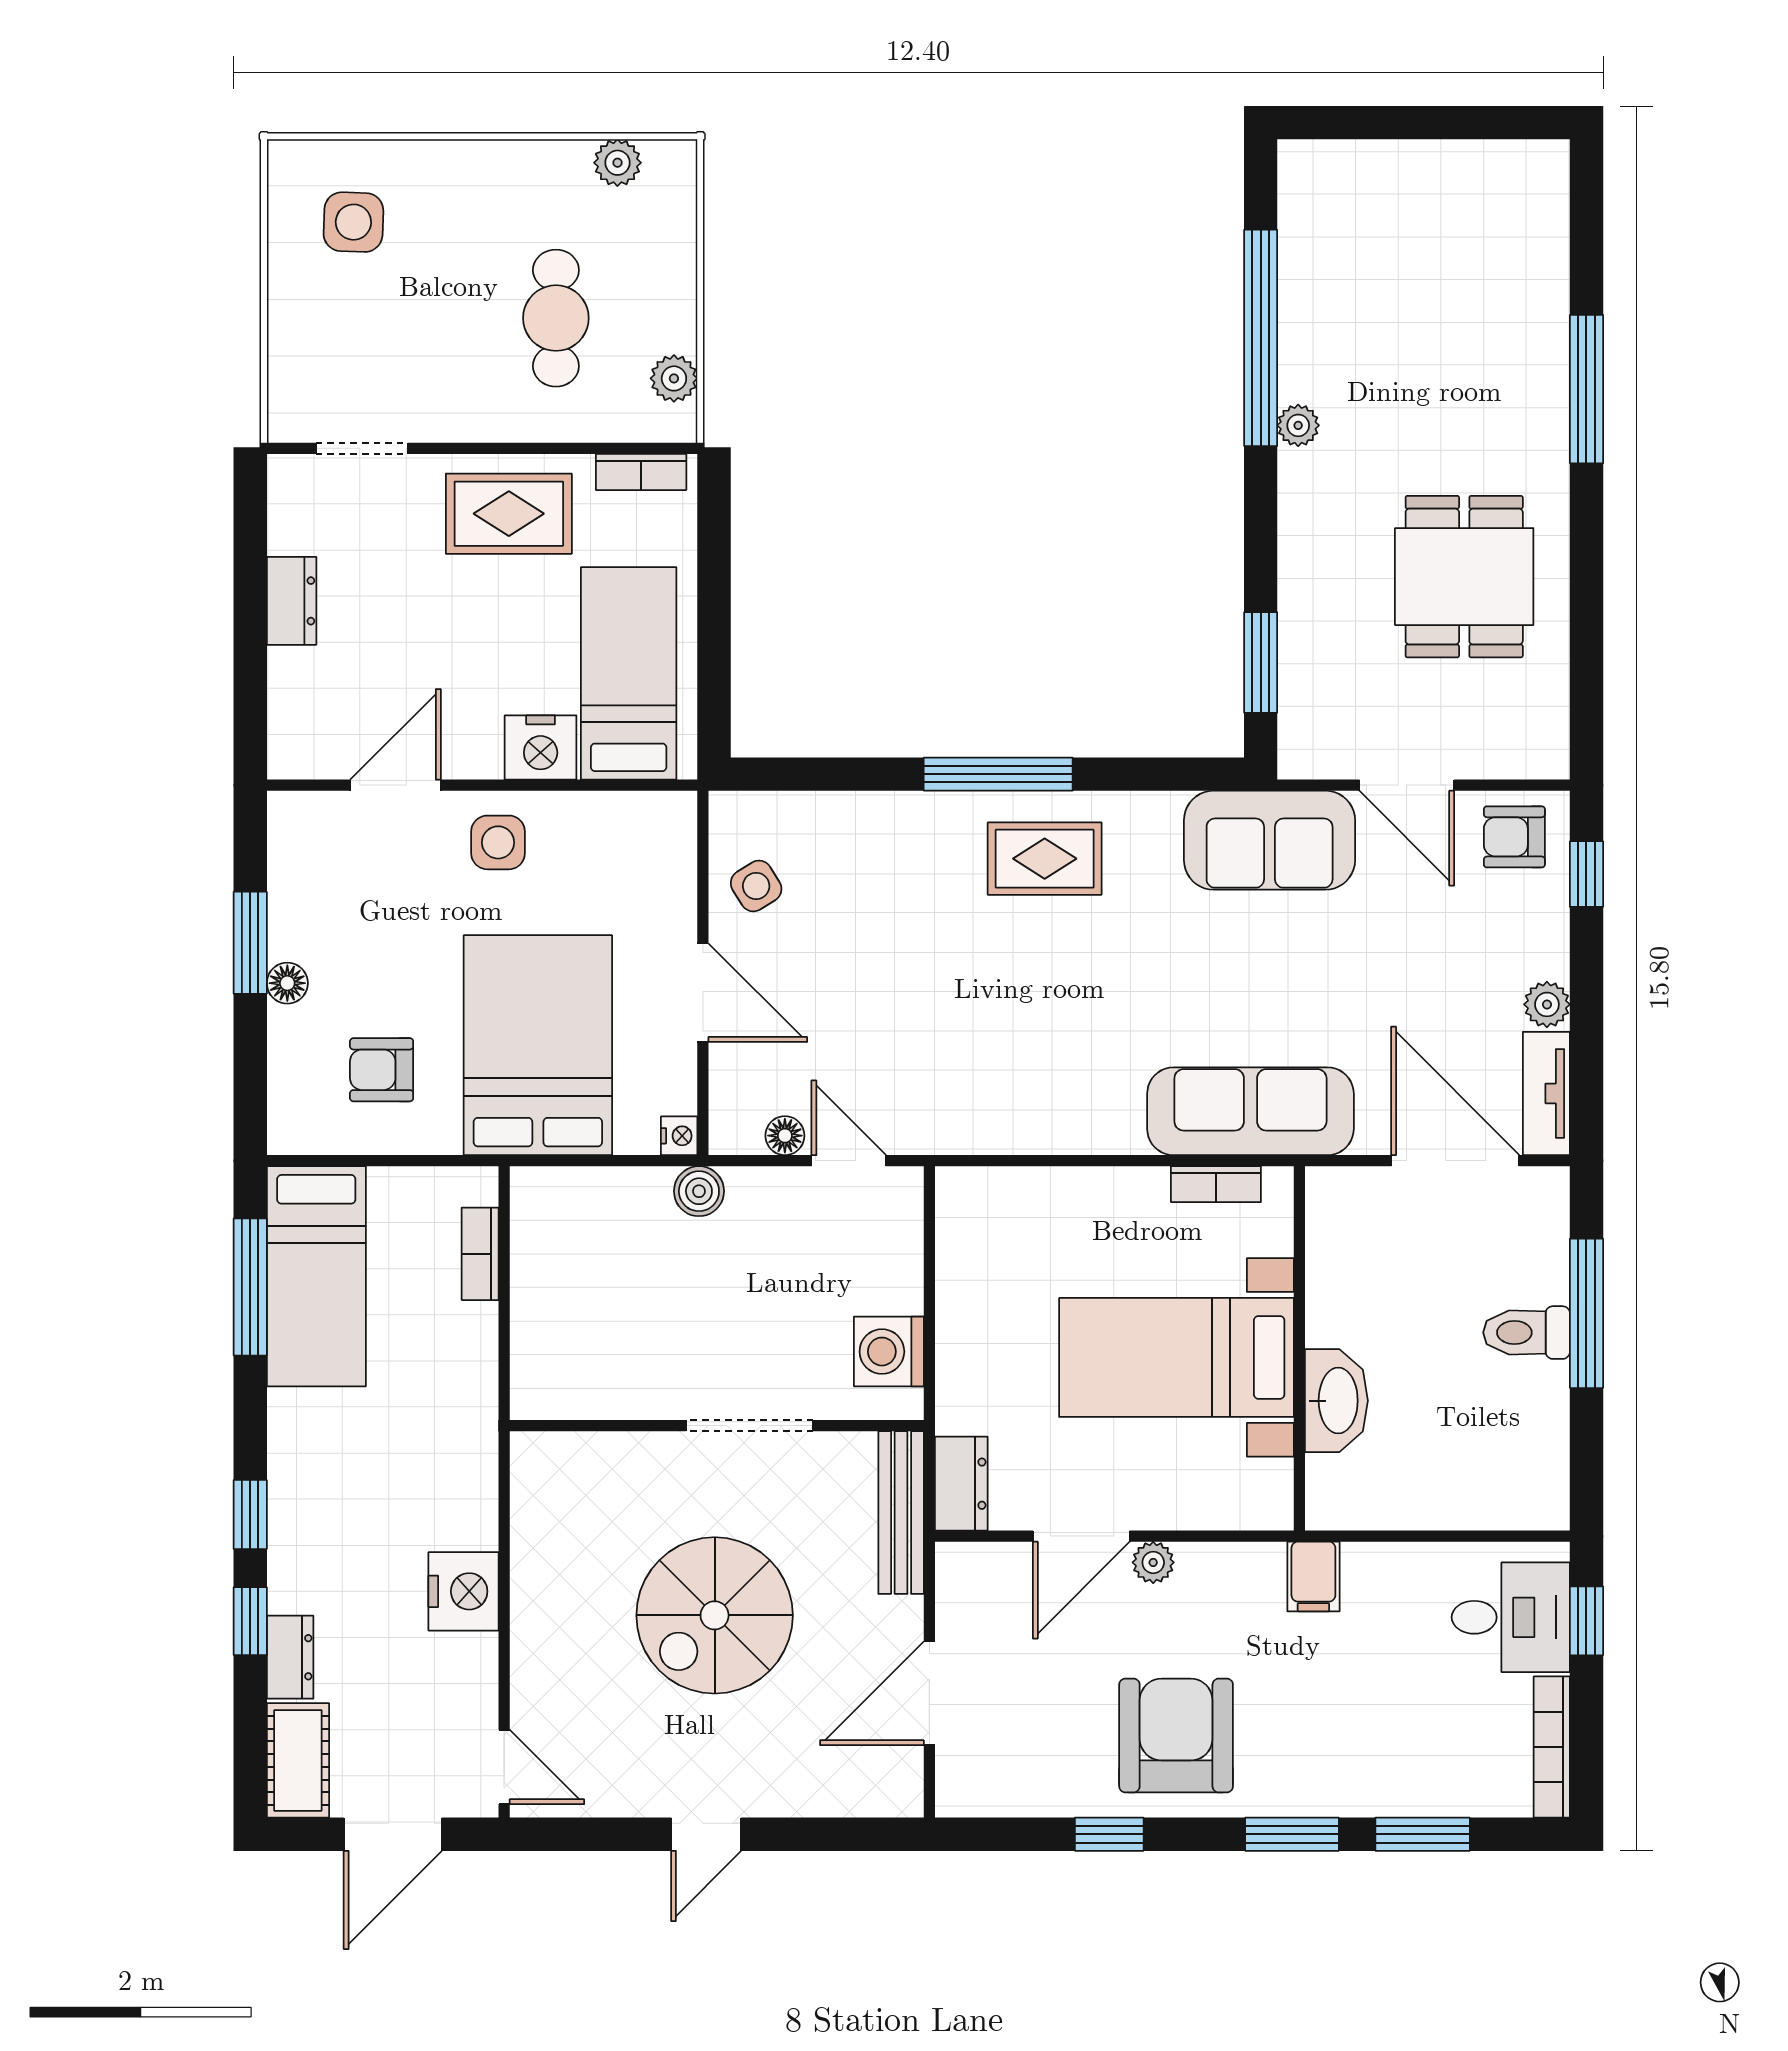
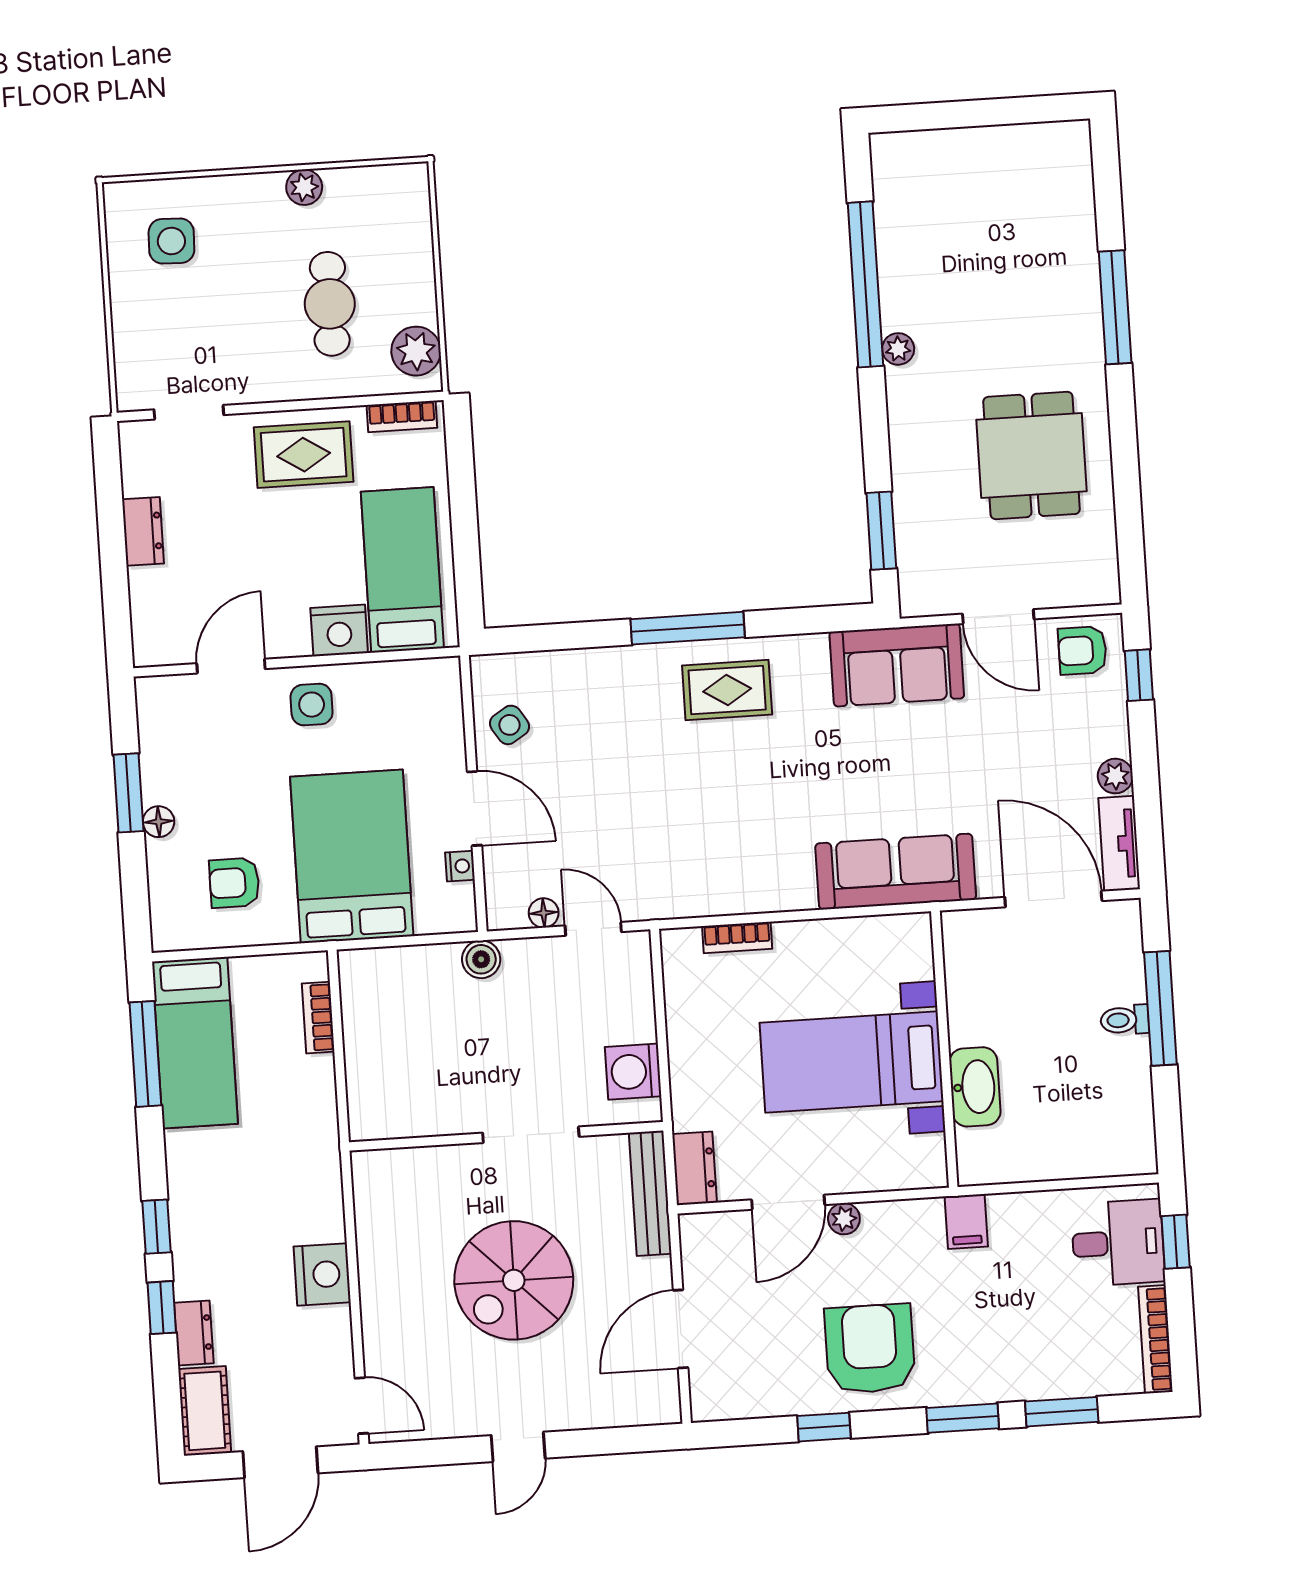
plant: (617, 163) -> (304, 187), moved
plant: (674, 378) -> (416, 351), width x1.38, depth x1.38
nightstand: (679, 1136) -> (460, 866), moved
bookcase: (1216, 1184) -> (737, 937), moved
toilet: (1527, 1333) -> (1125, 1020), width x0.73, depth x0.72

